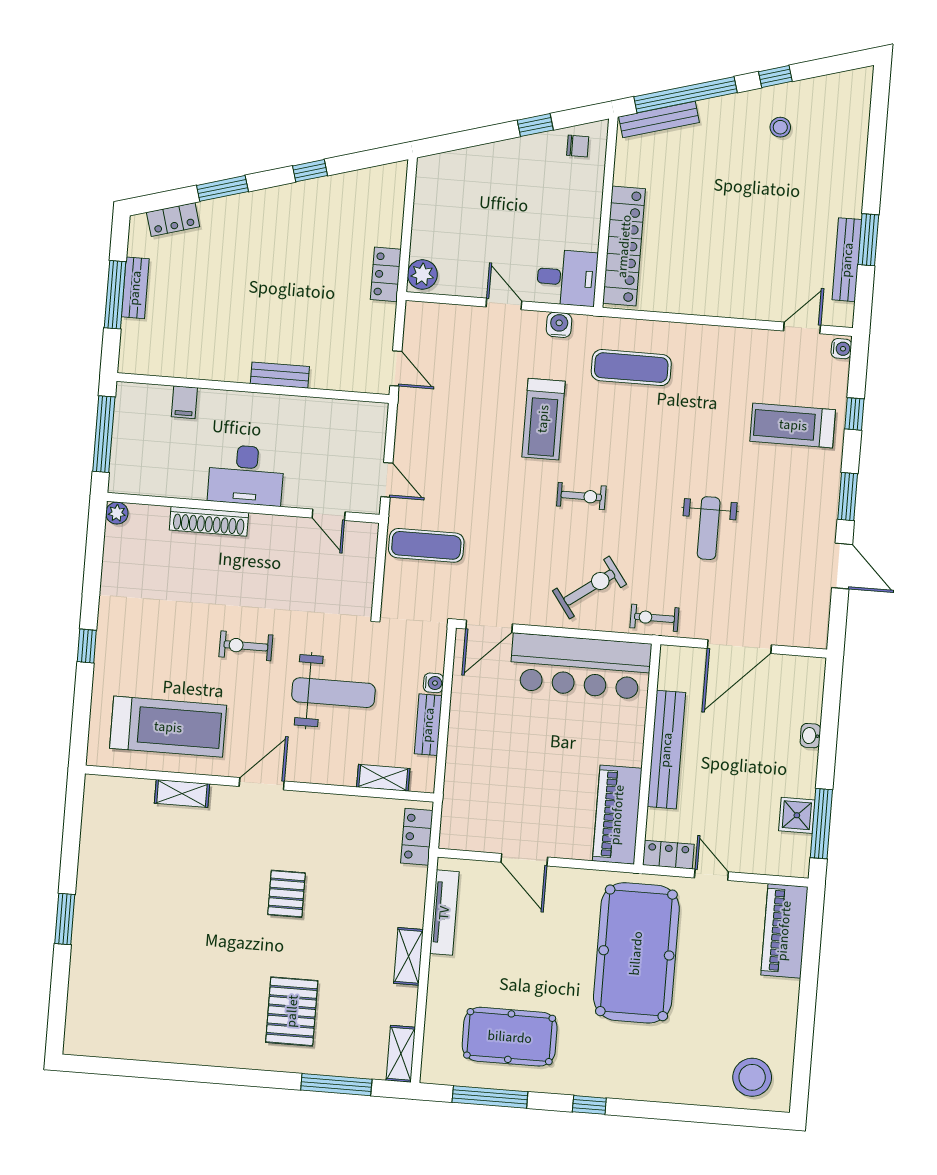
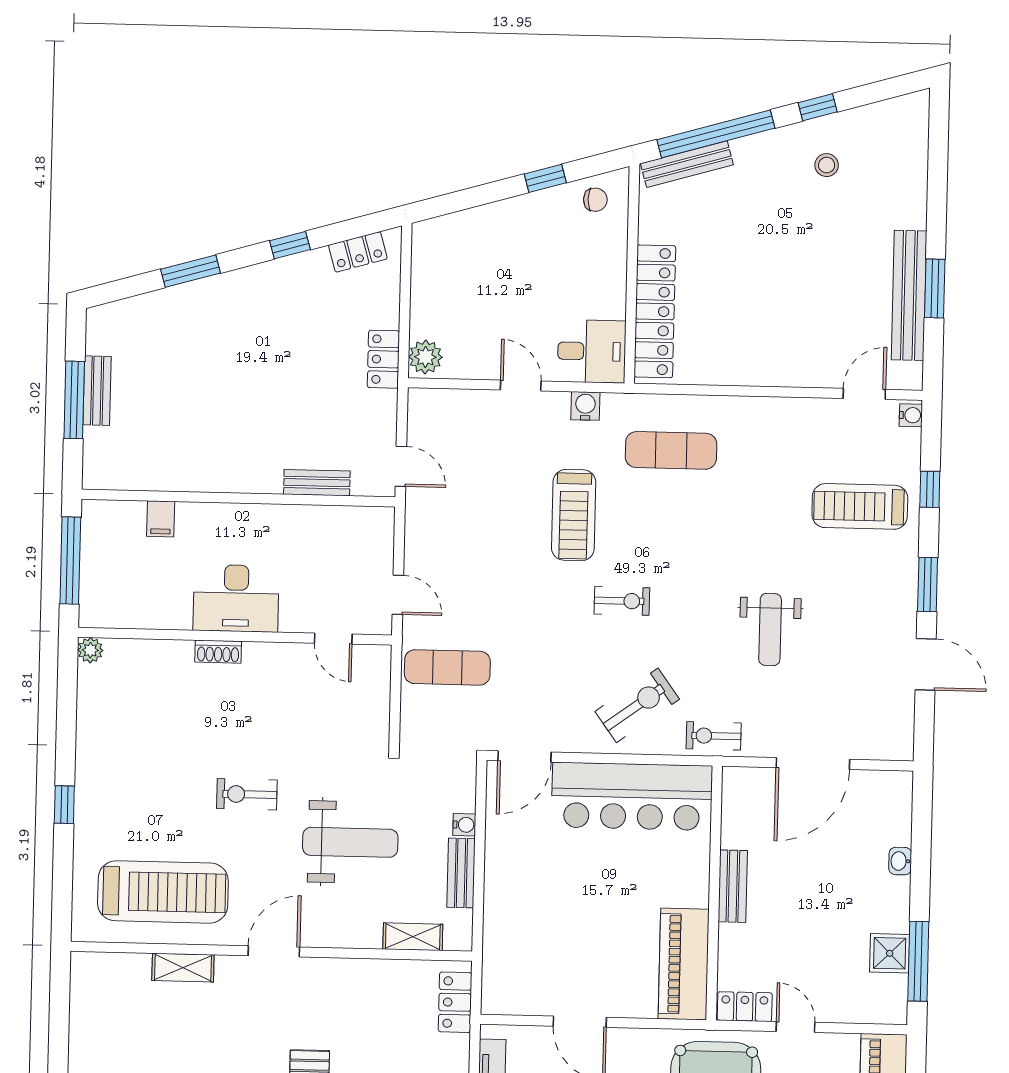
locker: (173, 219) -> (358, 252), moved
bench: (847, 260) -> (909, 295), width x1.37, depth x1.21
bench: (280, 375) -> (317, 483), moved
shoe rack: (209, 521) -> (218, 652), width x0.51, depth x0.81
bench: (666, 750) -> (733, 886), width x0.54, depth x0.82

